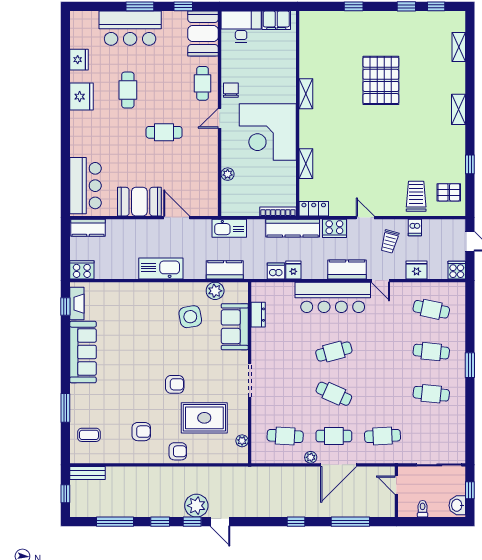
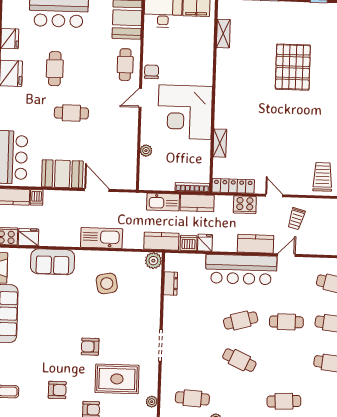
shelving: (306, 94) -> (223, 34), moved
cafe table: (164, 132) -> (71, 113), moved
locker: (314, 209) -> (233, 186), width x1.53
kitchen sink: (229, 228) -> (163, 202), moved
kitchen counter: (293, 228) -> (197, 203), width x0.67
dishwasher: (415, 228) -> (37, 197), moved
kitchen sink: (161, 268) -> (102, 238), moved
kitchen counter: (225, 270) -> (161, 241), moved
fridge: (417, 270) -> (28, 237), moved
door: (380, 281) -> (286, 255), swing flipped
plant: (215, 291) -> (153, 261), moved
sofa: (235, 327) -> (53, 262), moved, turned -90
armchair: (175, 384) -> (90, 347), turned 180
cafe table: (334, 436) -> (286, 322), moved

